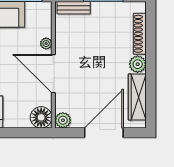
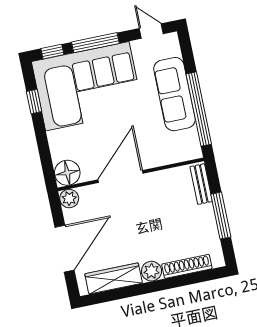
plant: (46, 44) -> (153, 161), removed
door: (104, 133) -> (64, 249), hinge flipped

